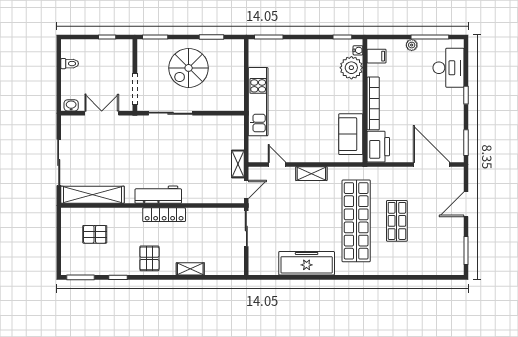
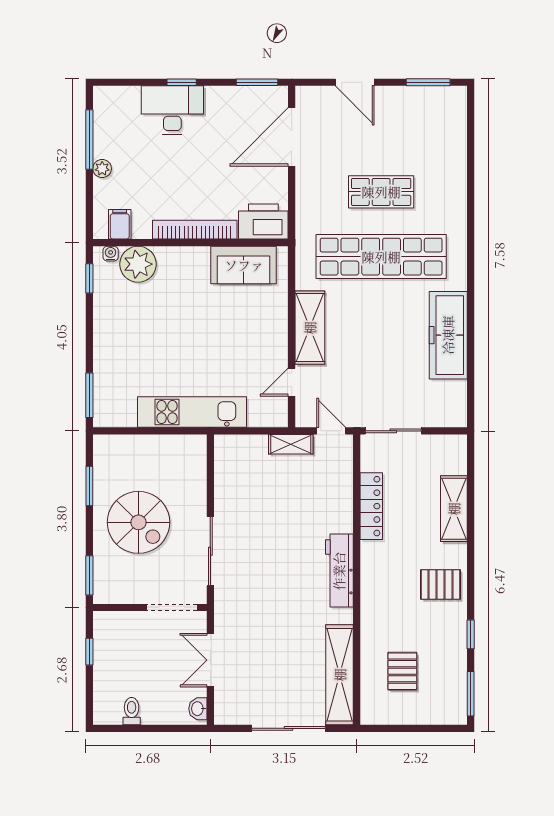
desk: (448, 68) -> (172, 110), moved
shelving: (311, 174) -> (310, 328), width x1.50, depth x1.33
locker: (164, 215) -> (371, 506), moved
shelving: (190, 269) -> (454, 509), width x1.50, depth x1.33

